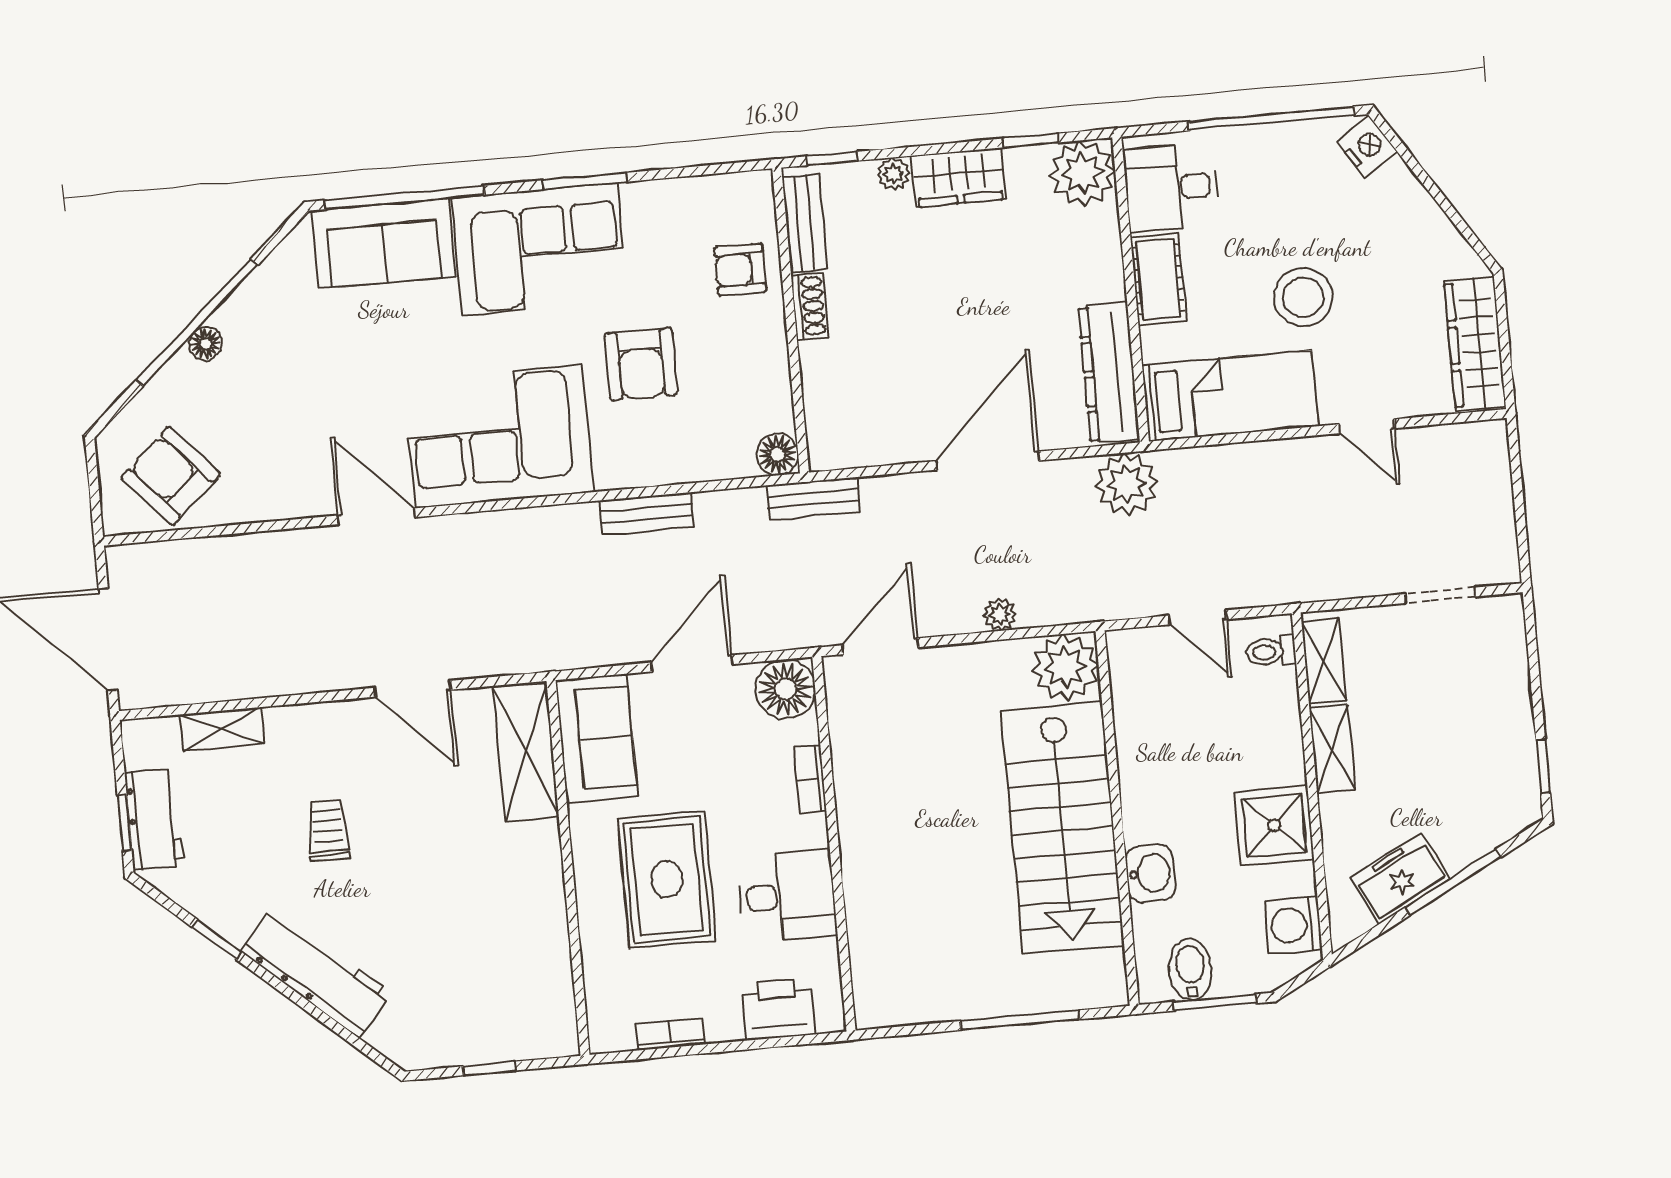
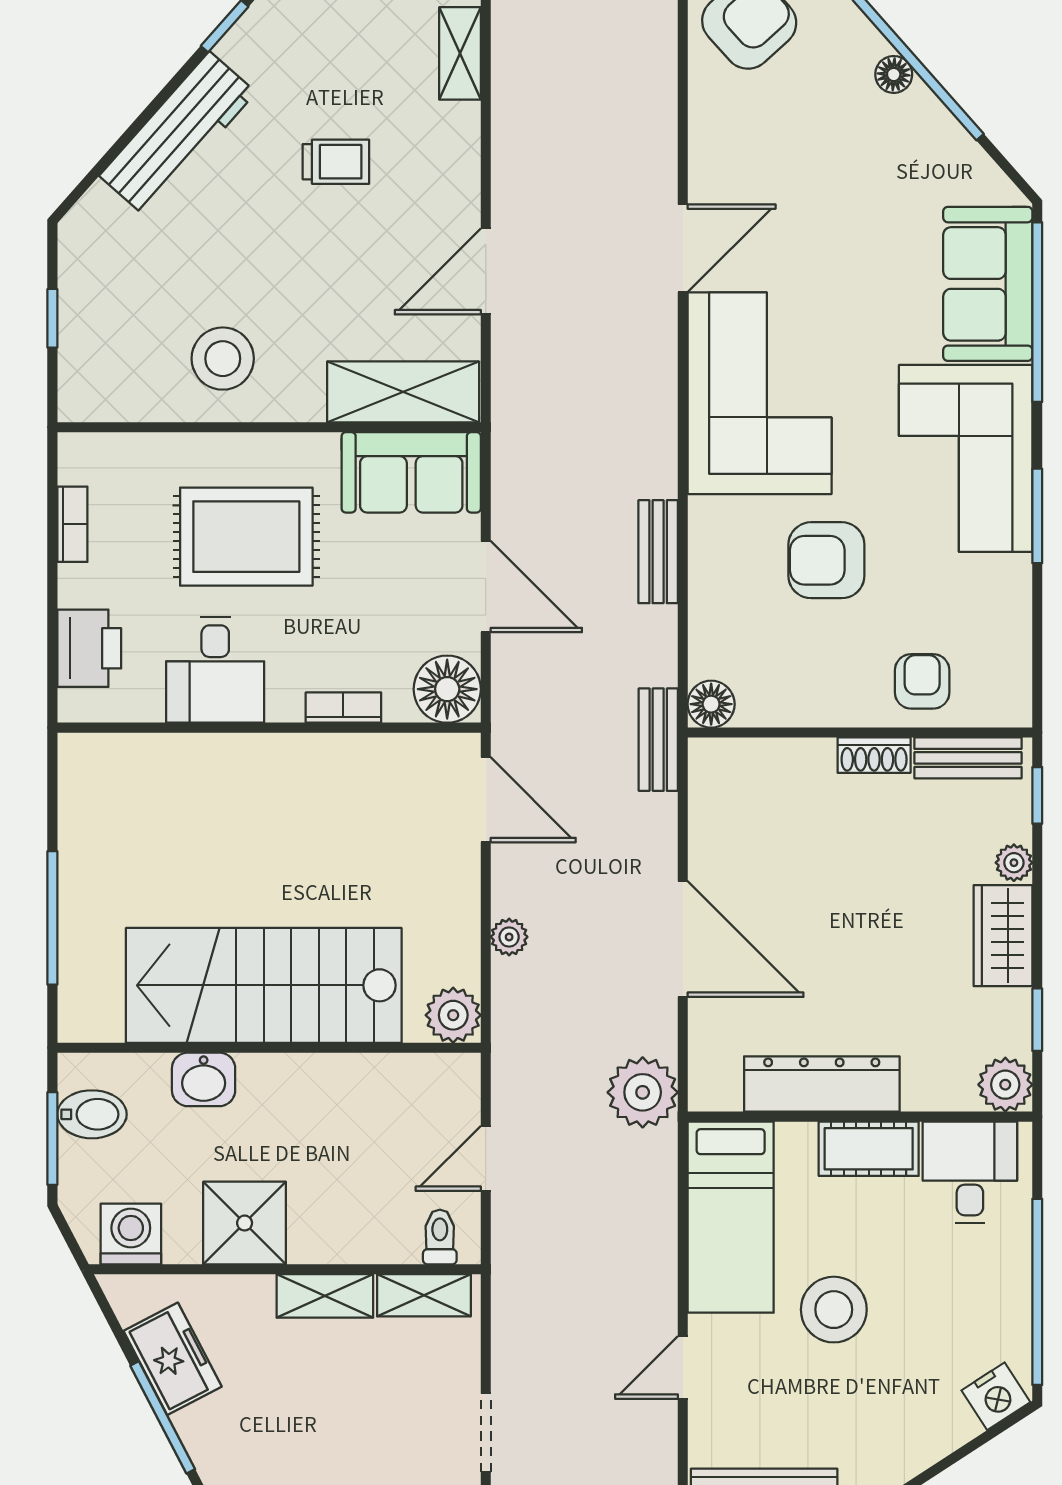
plant: (1083, 173) -> (1005, 1085), width x0.73, depth x0.73
dresser: (1109, 373) -> (822, 1084), moved
plant: (1065, 667) -> (453, 1015), width x0.73, depth x0.73
stool: (511, 914) -> (223, 359), added

